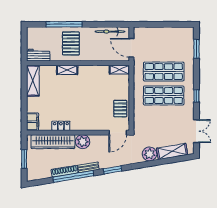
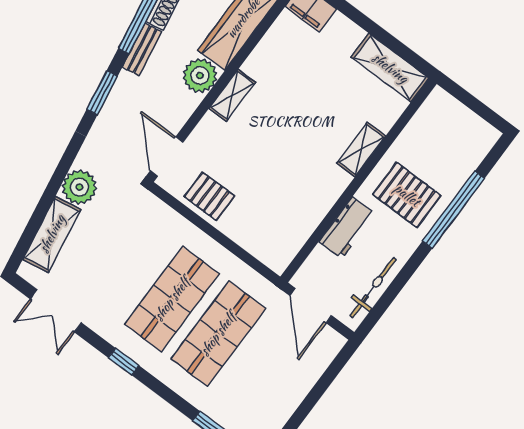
door: (131, 48) -> (311, 306), swing flipped
workbench: (38, 55) -> (347, 228), moved
shelving: (119, 70) -> (232, 95), moved
locker: (61, 126) -> (262, 56), removed

